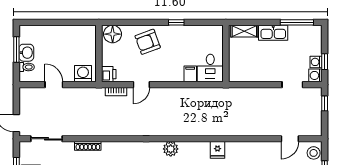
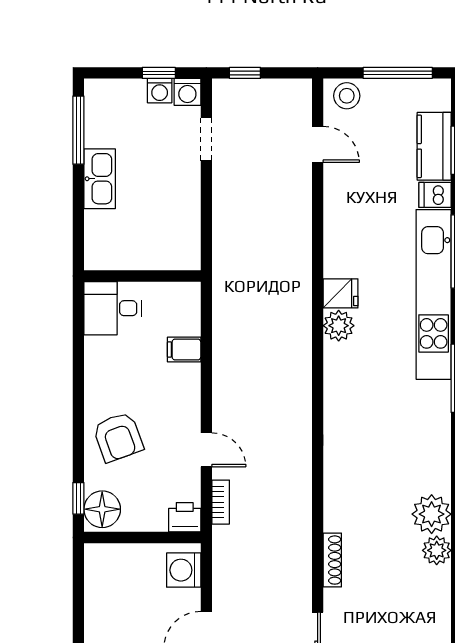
window: (176, 22) -> (78, 498), moved
shelving: (244, 31) -> (96, 238), removed
desk: (210, 68) -> (113, 308), moved, turned 180
plant: (171, 149) -> (339, 326), moved

